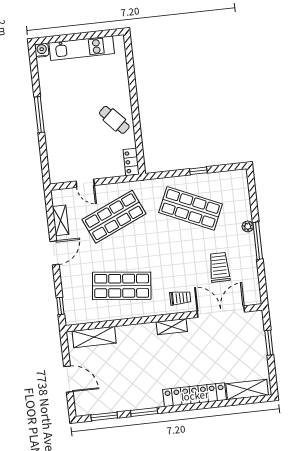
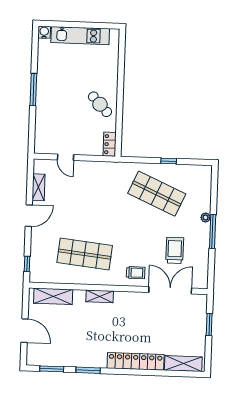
shop shelf: (114, 217) -> (87, 191), removed
shelving: (172, 327) -> (100, 296), moved

